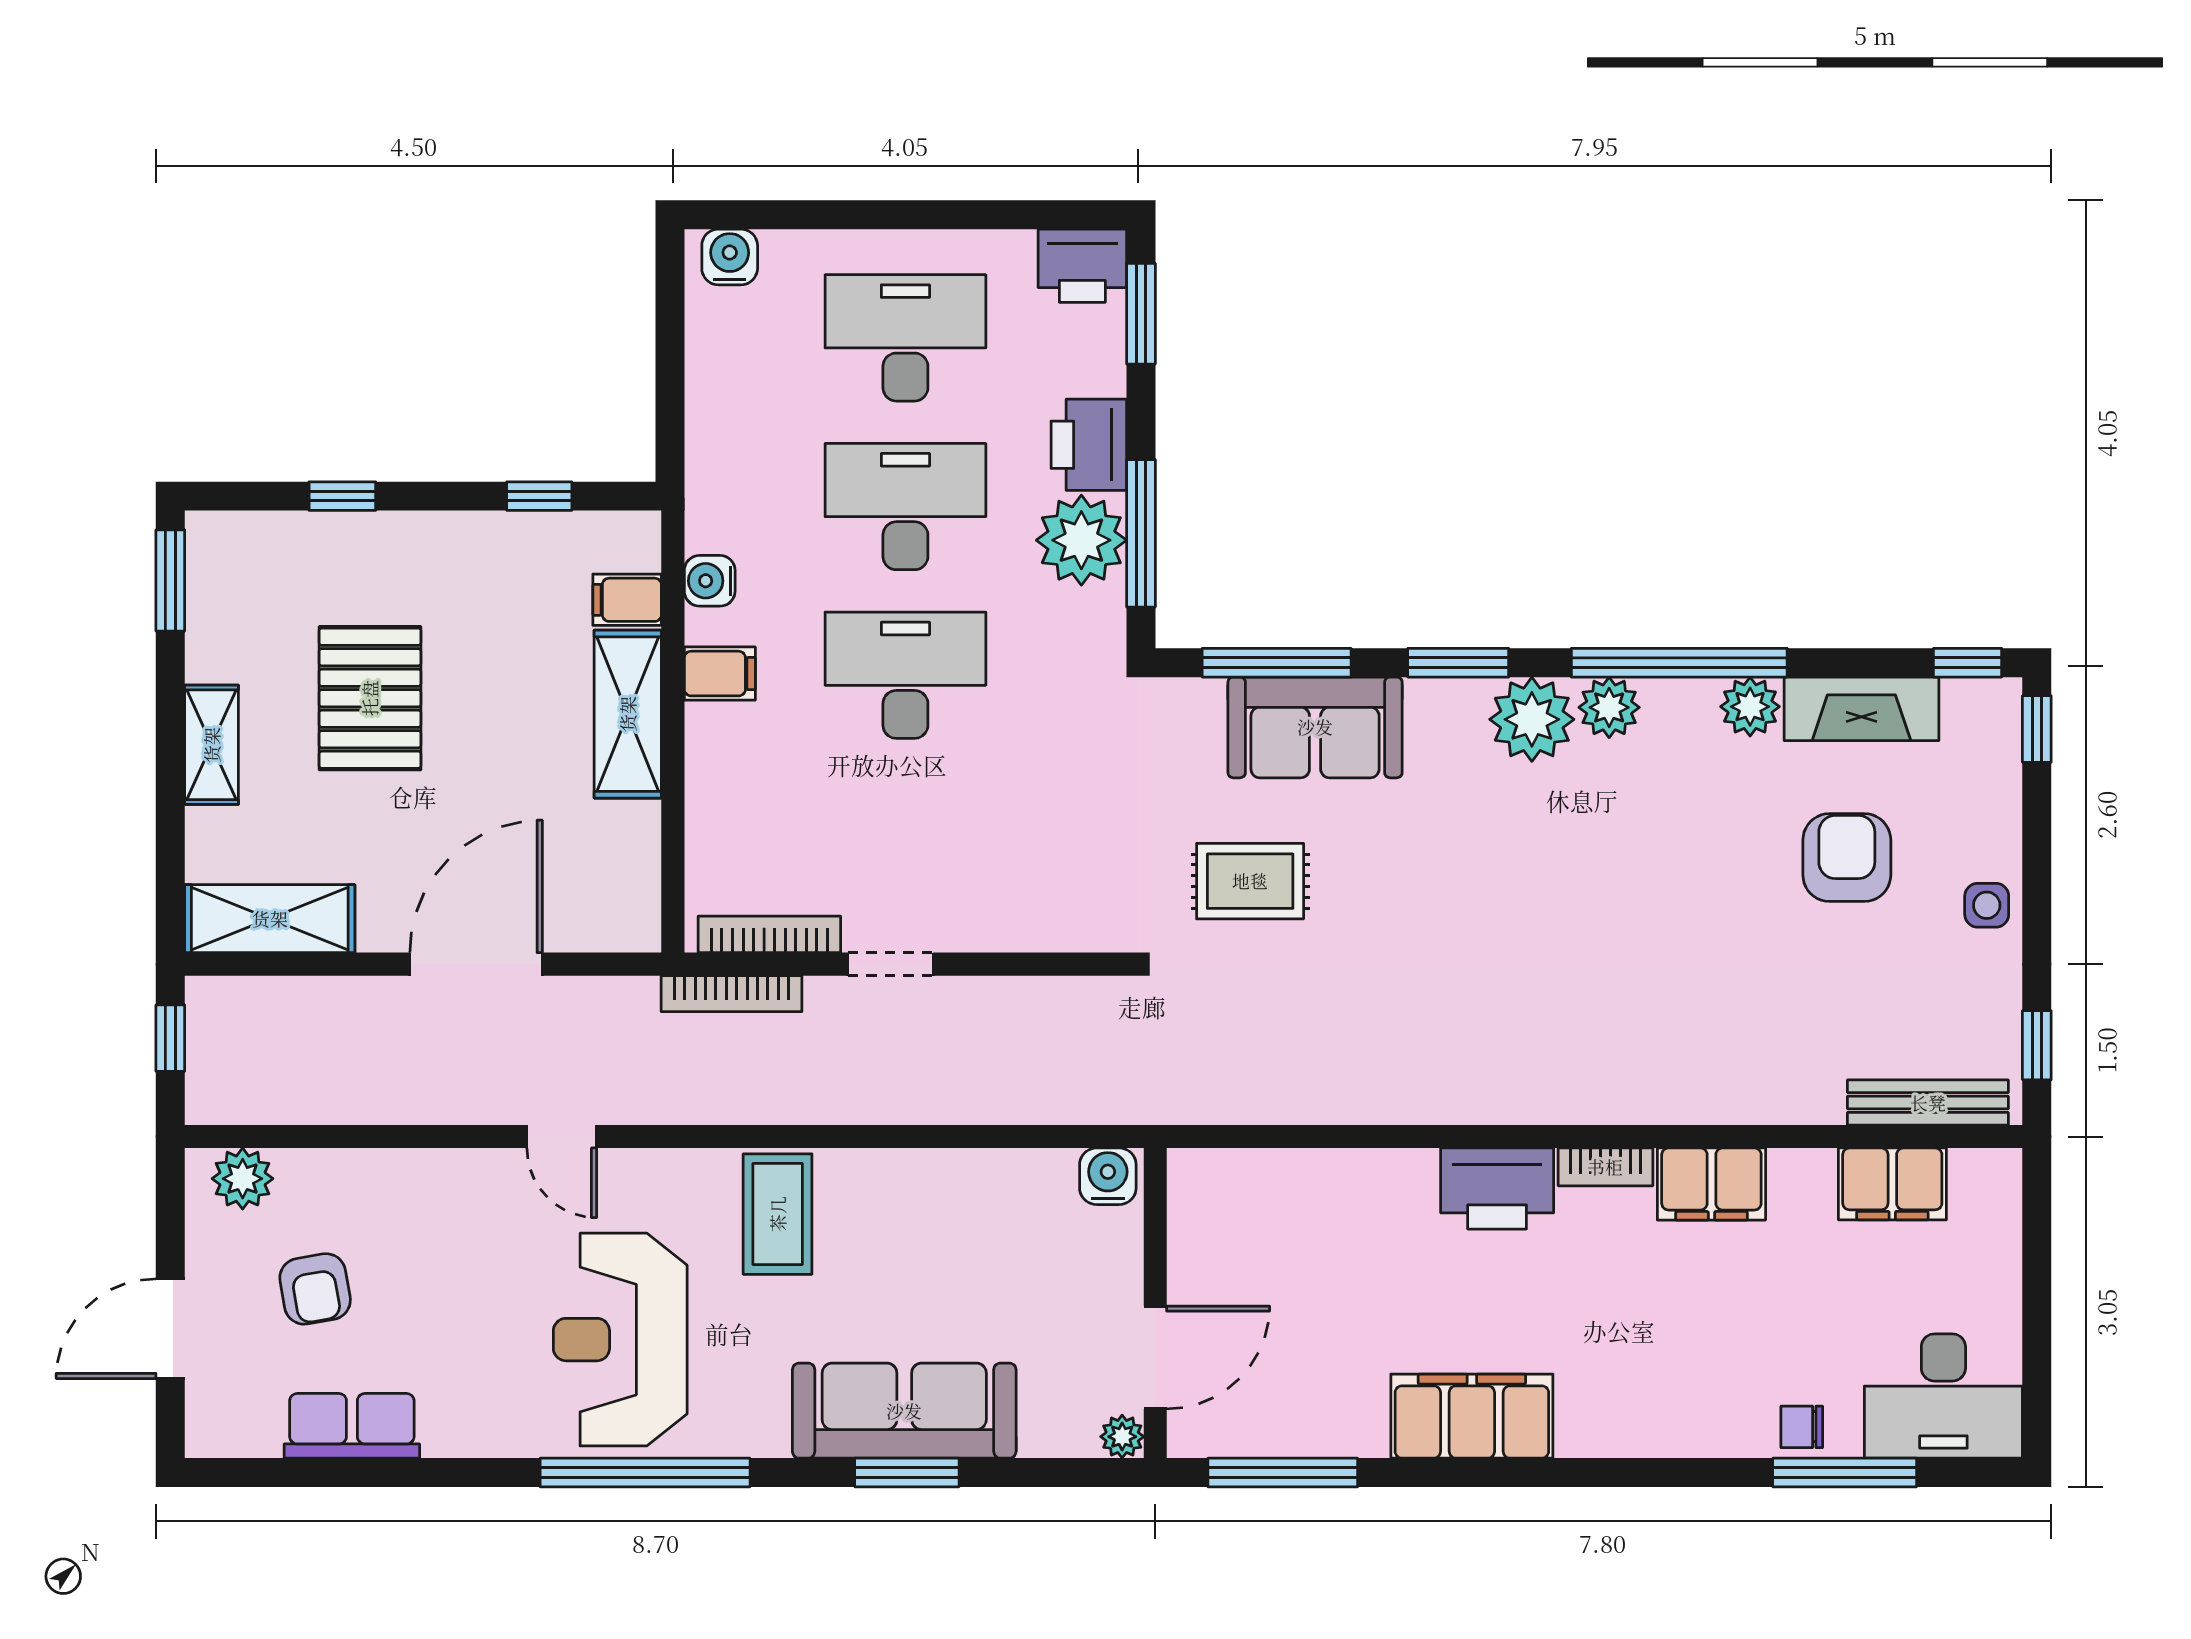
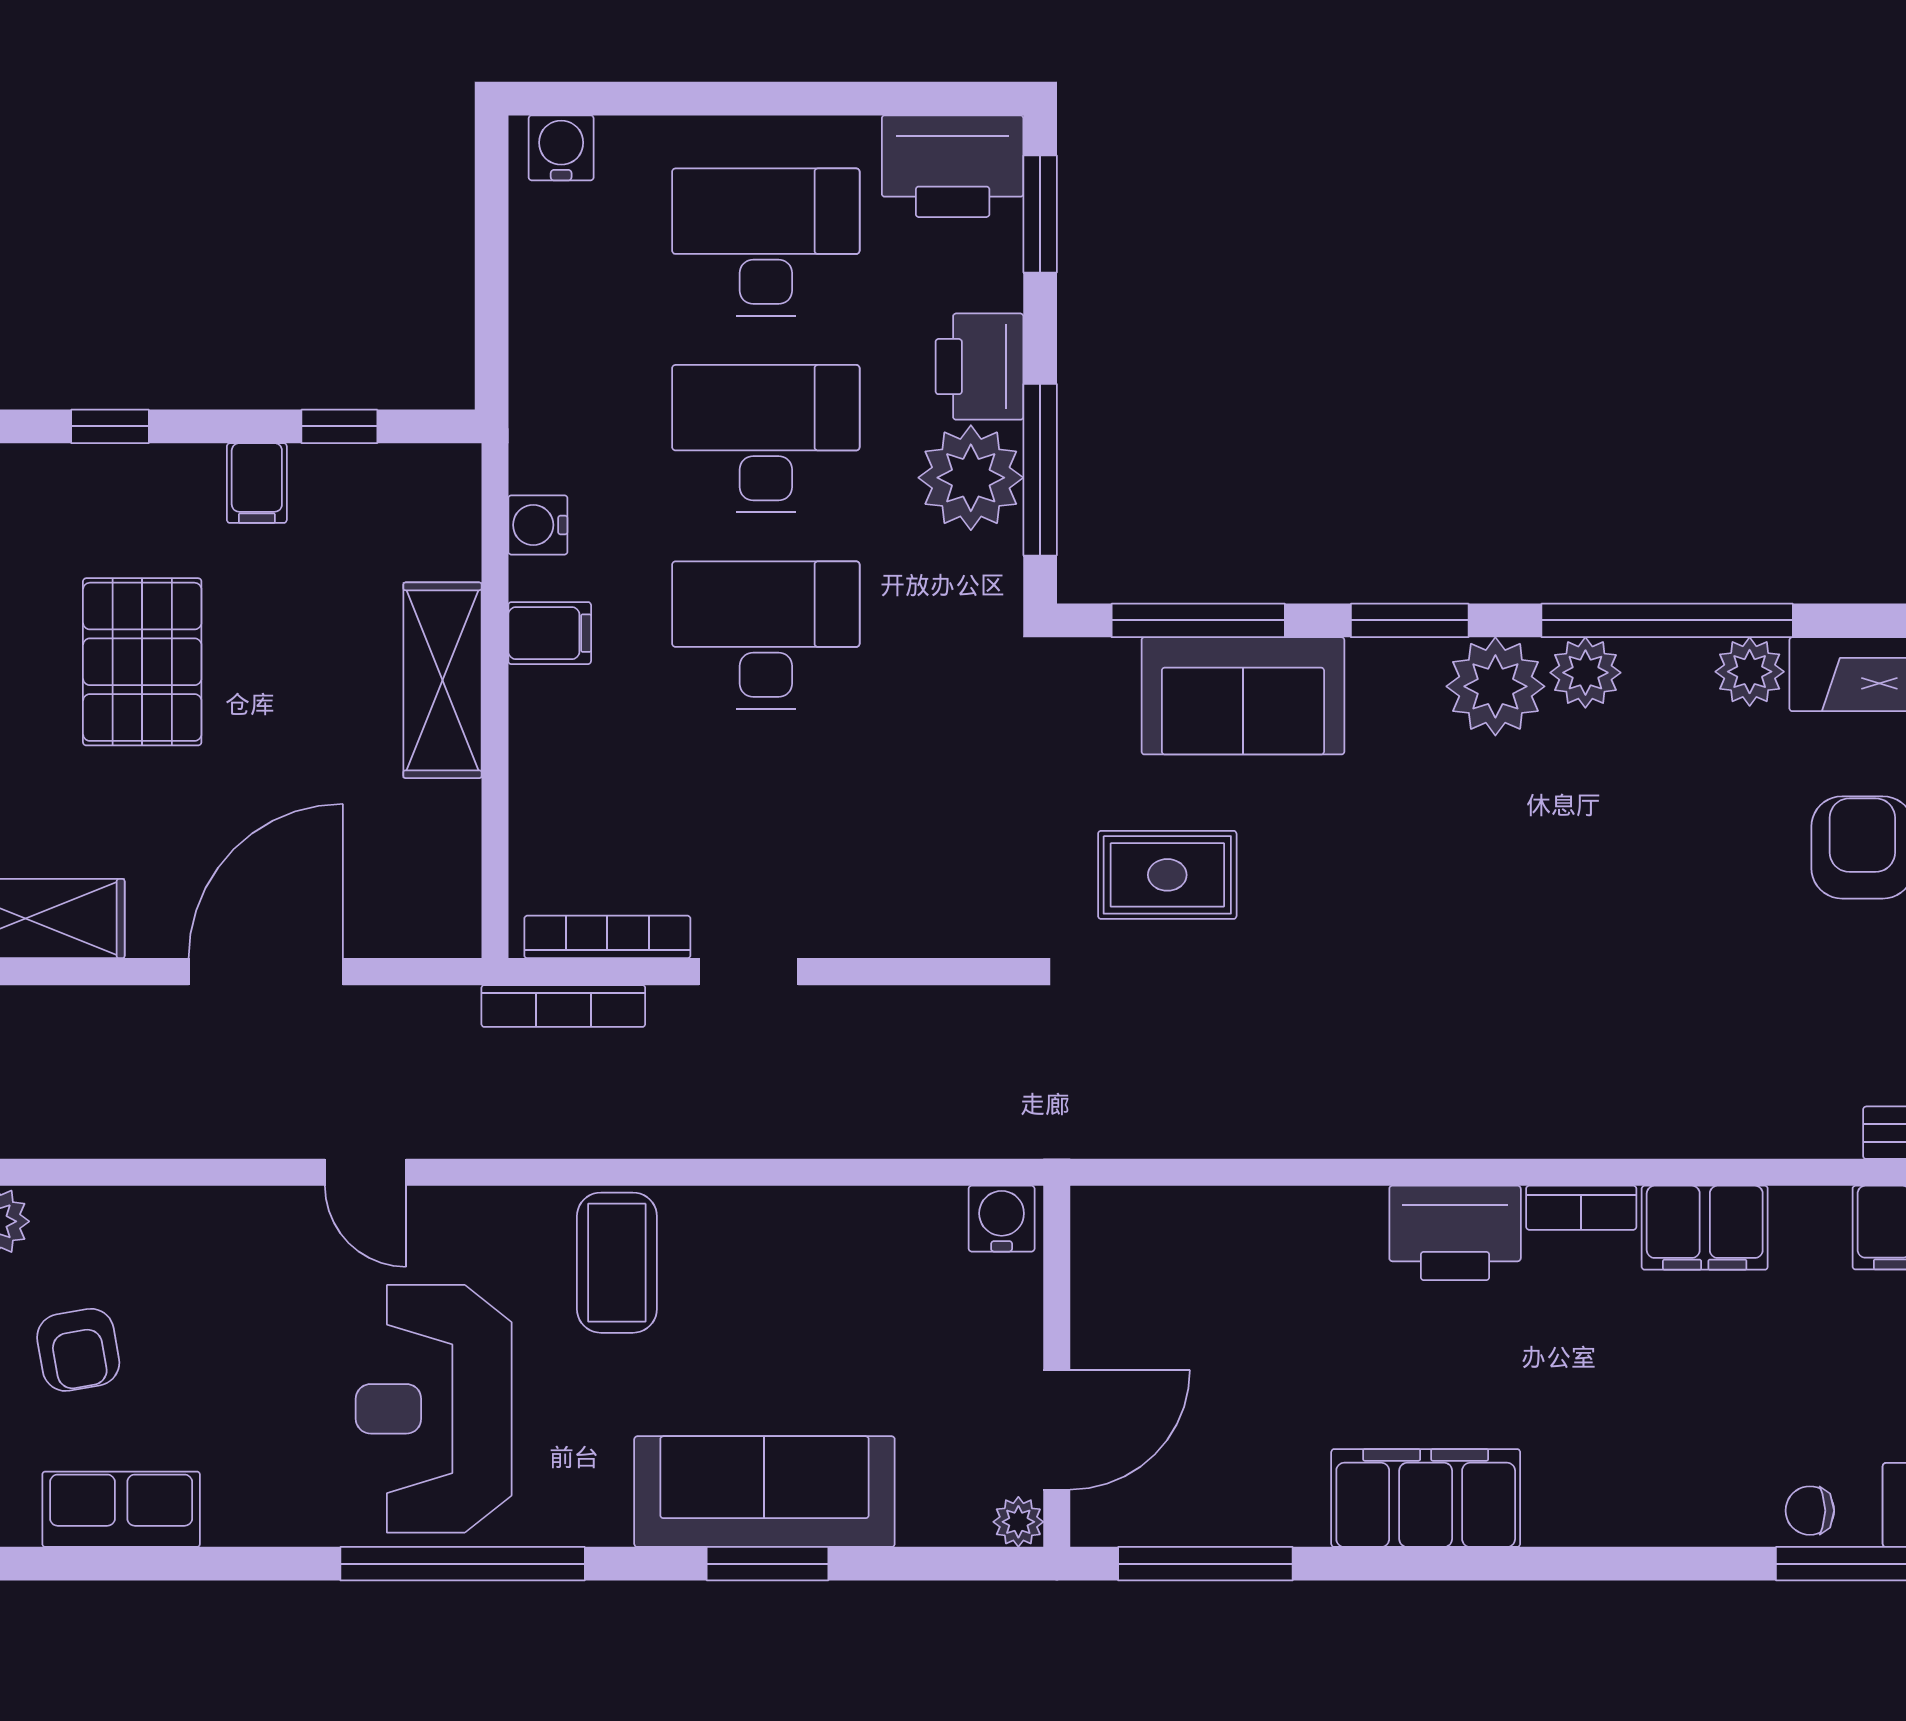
printer: (1082, 266) -> (953, 166), width x1.37, depth x1.19
filing cabinet: (627, 600) -> (257, 483), moved, turned -90

